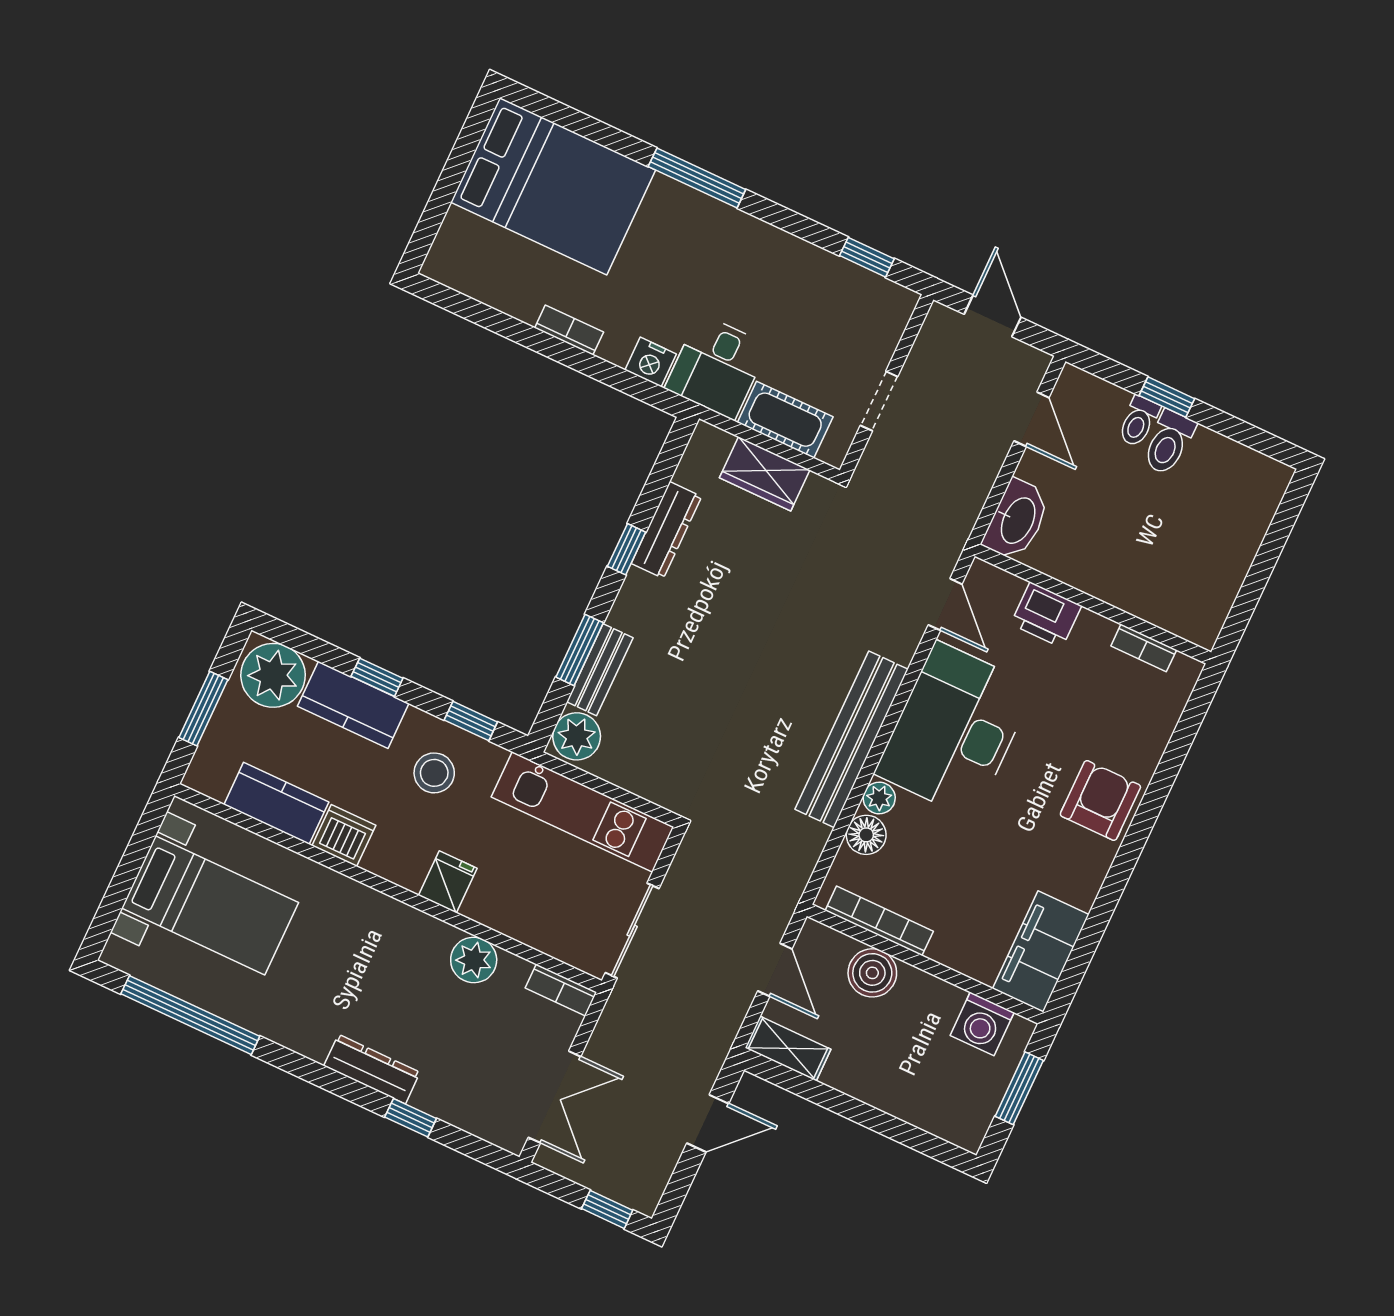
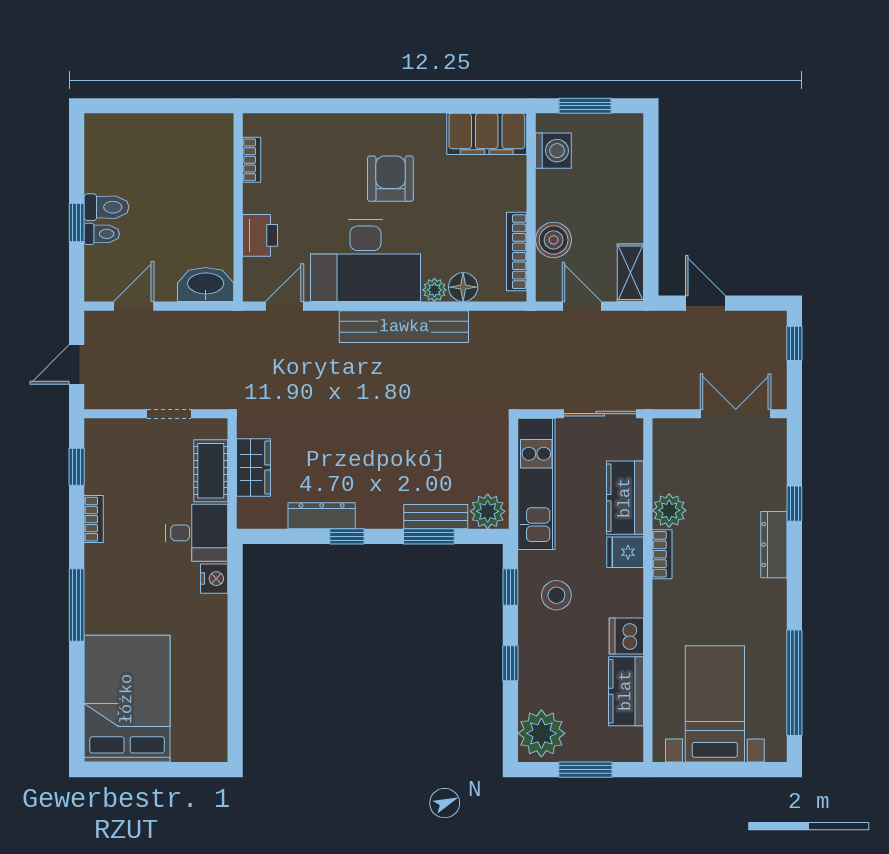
bookcase: (569, 330) -> (94, 519), moved, turned 180
kitchen counter: (353, 705) -> (625, 498), moved, turned 180
armchair: (1100, 801) -> (390, 179), moved, turned 90
door: (775, 970) -> (582, 306), hinge flipped
bookcase: (561, 990) -> (662, 554), moved

